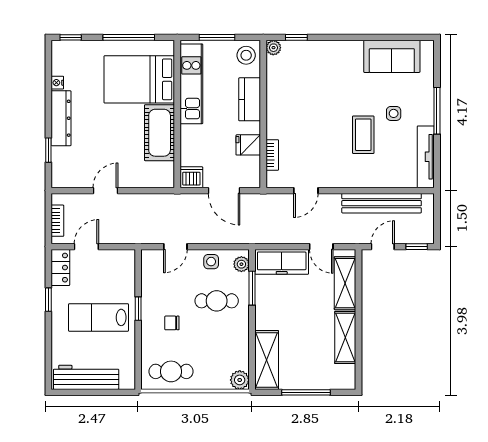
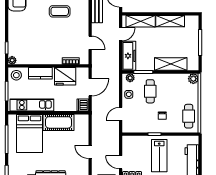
fridge: (248, 145) -> (65, 76), width x1.88, depth x1.34
door: (175, 247) -> (121, 114), swing flipped
shelving: (267, 360) -> (171, 64), moved

